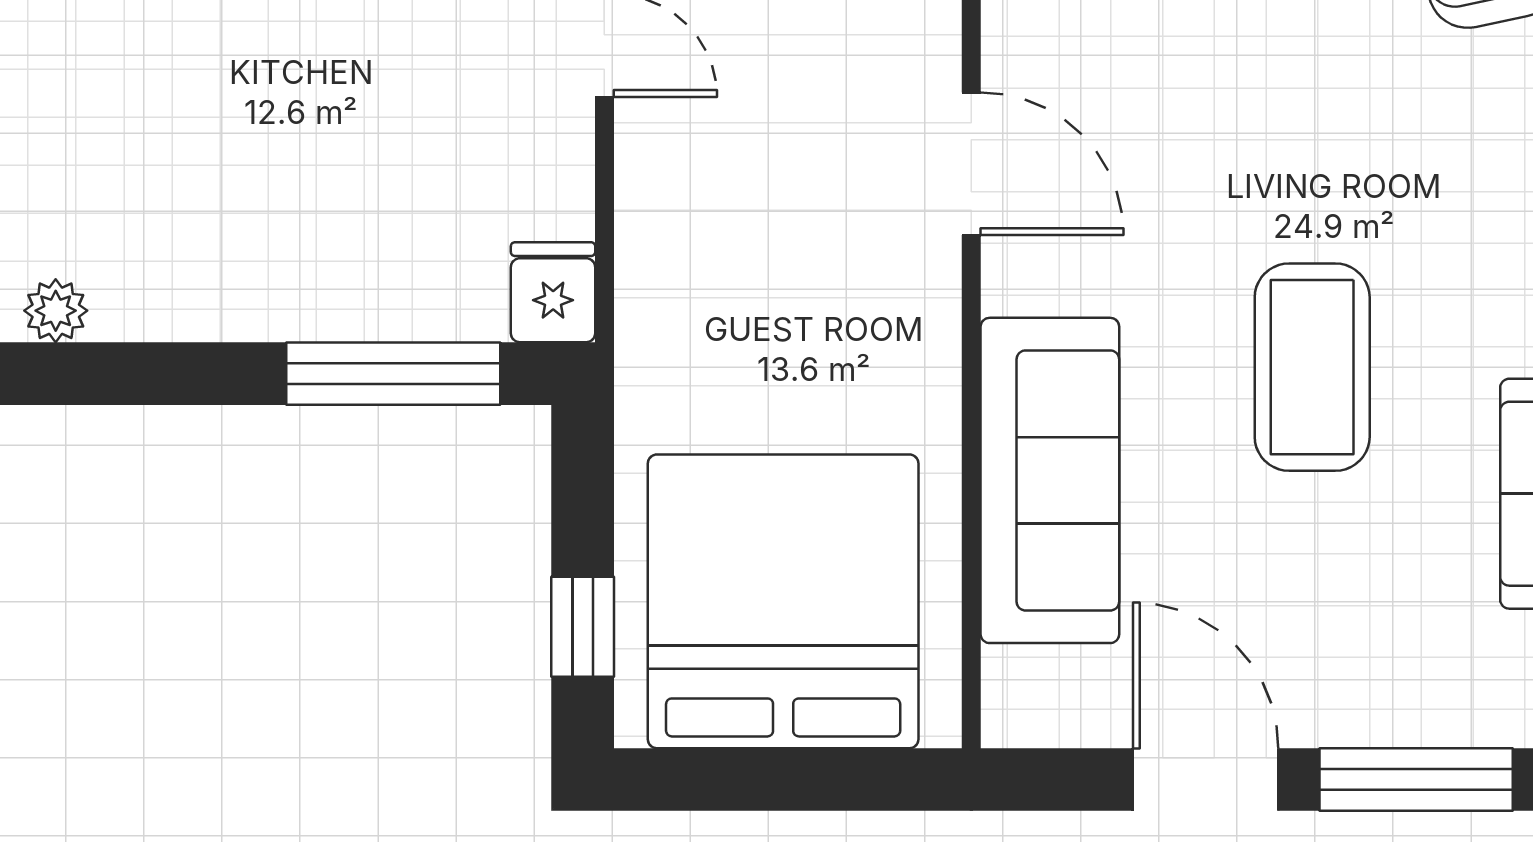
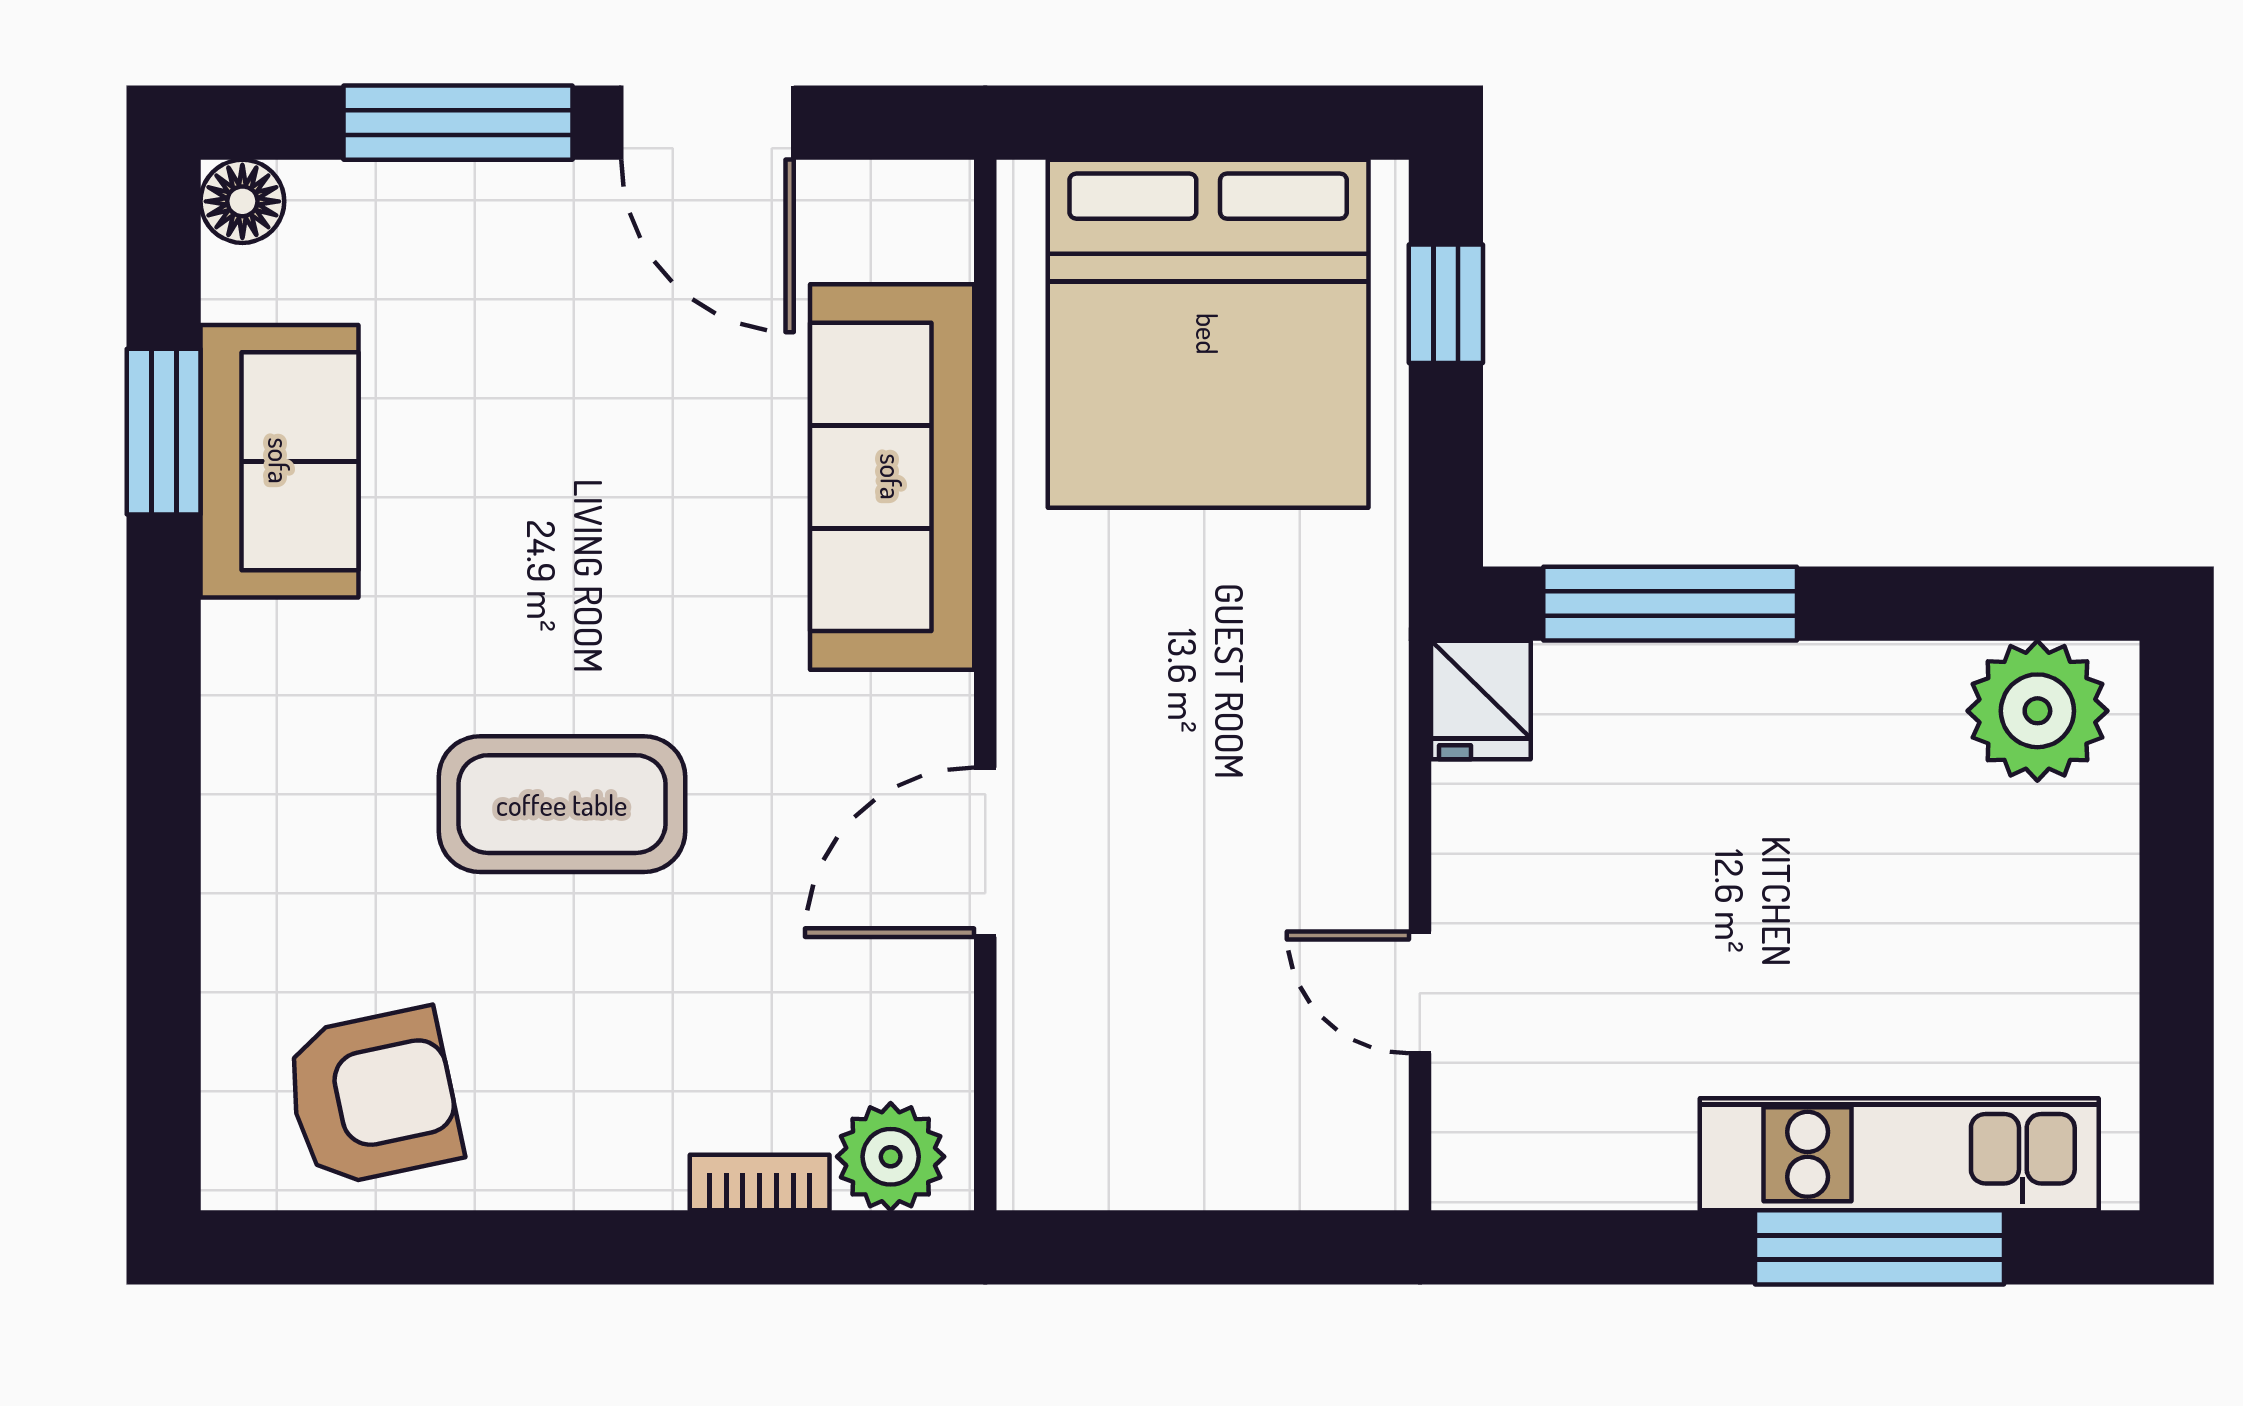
door: (971, 164) -> (985, 852), hinge flipped
plant: (56, 311) -> (2037, 711), width x1.87, depth x1.87
coffee table: (1312, 367) -> (562, 804), moved, turned 90

